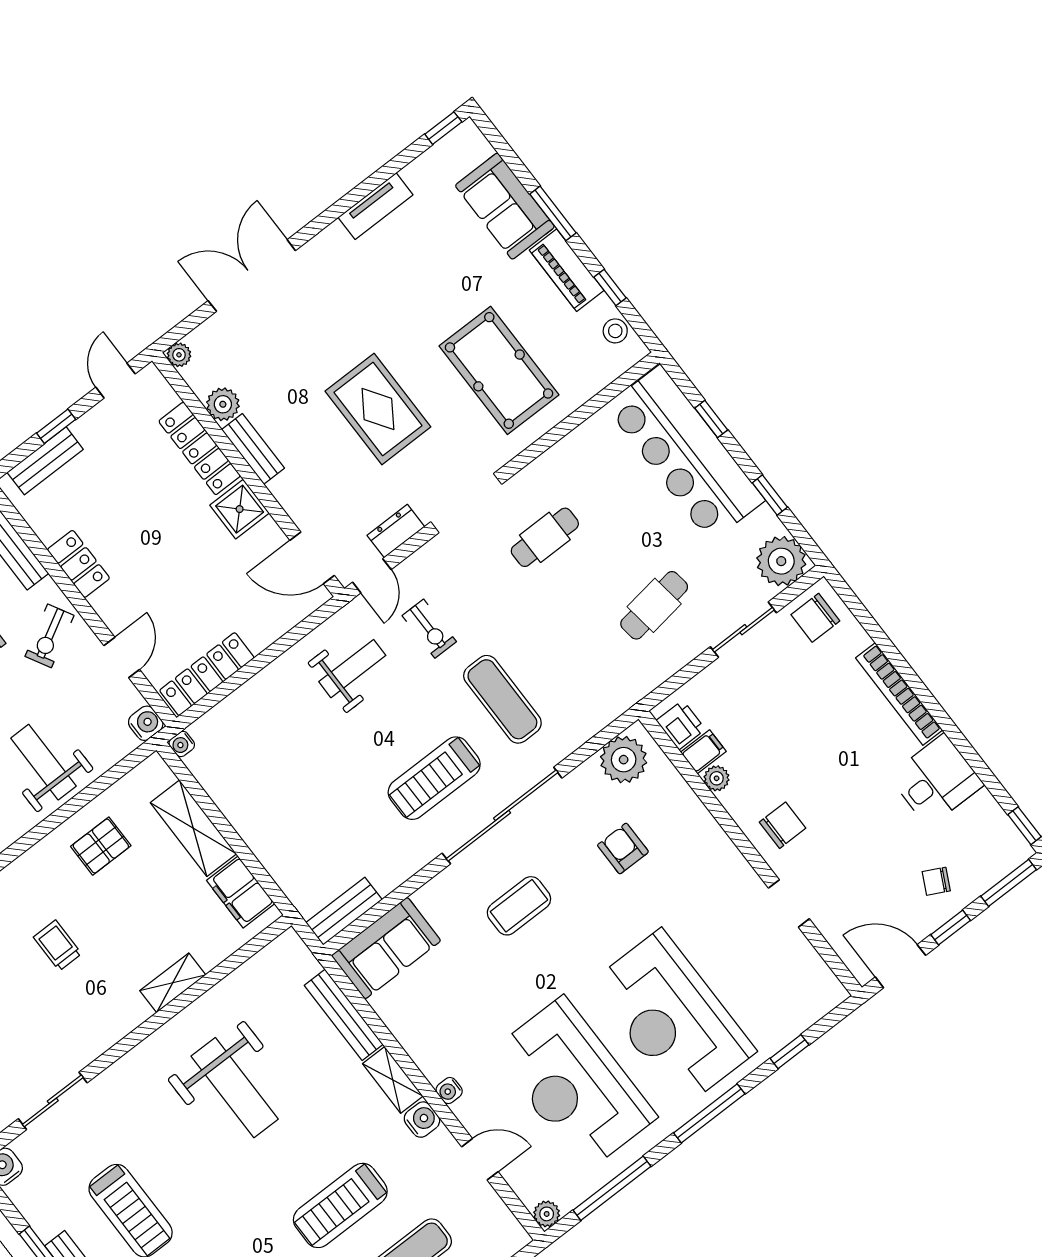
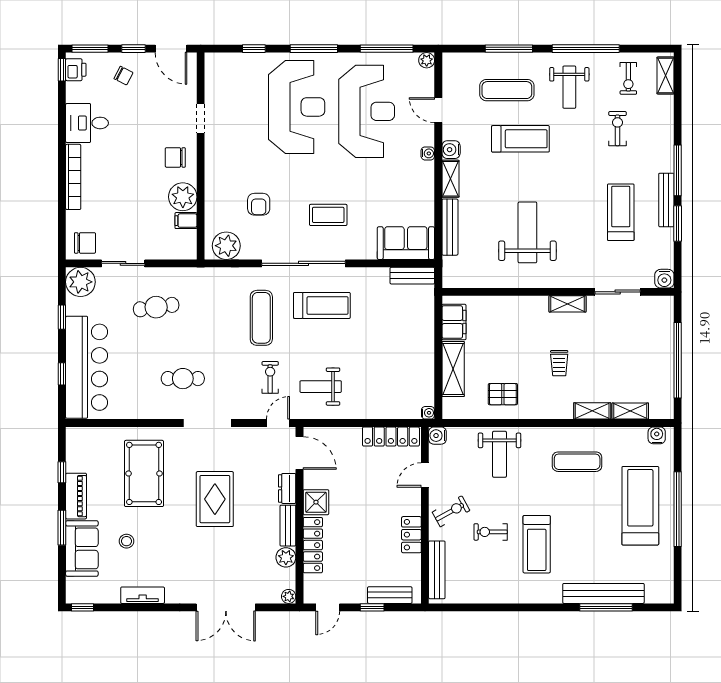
stool: (615, 331) -> (127, 541), moved
dresser: (396, 531) -> (287, 488), moved, turned 90
printer: (681, 725) -> (76, 70), moved, turned 180
plant: (717, 778) -> (183, 197), width x1.87, depth x1.87
shelving: (173, 983) -> (568, 304), moved

